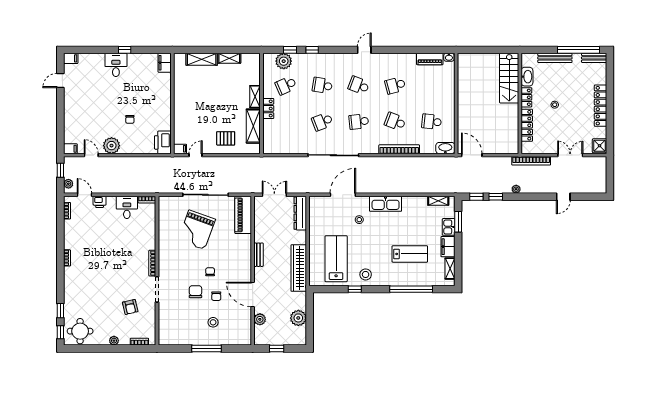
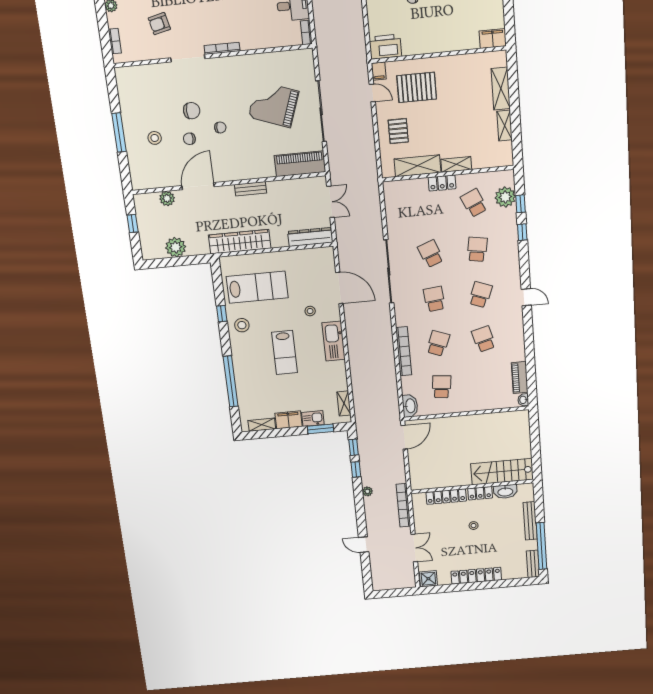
pallet: (195, 122) -> (417, 87), added
lab bench: (410, 254) -> (284, 352), moved

